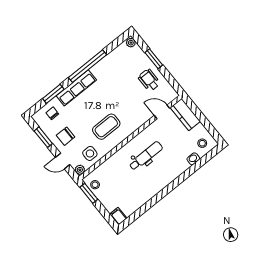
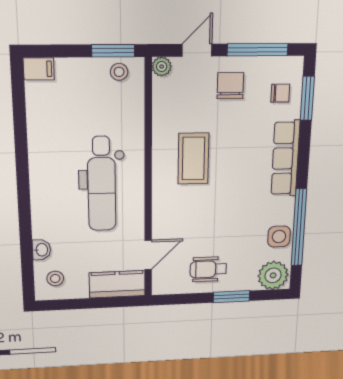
plant: (131, 43) -> (273, 275), width x1.87, depth x1.87
window: (88, 66) -> (299, 228), moved
wheelchair: (149, 80) -> (208, 269), turned 180
window: (53, 94) -> (307, 98), moved
window: (43, 137) -> (258, 50), width x1.44
side table: (90, 153) -> (279, 237), moved
dental chair: (146, 156) -> (102, 184), width x1.36, depth x1.38

